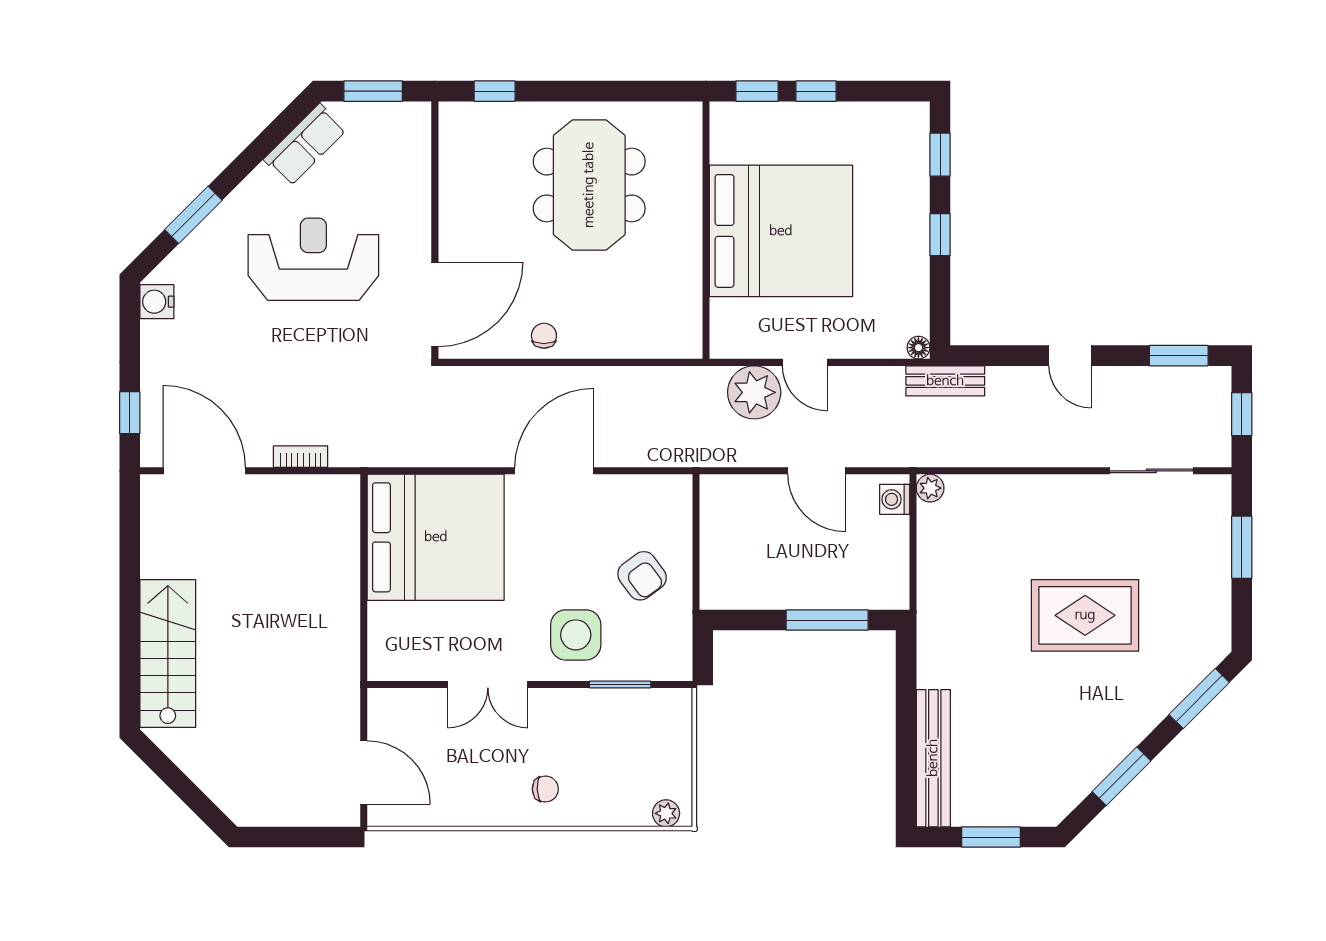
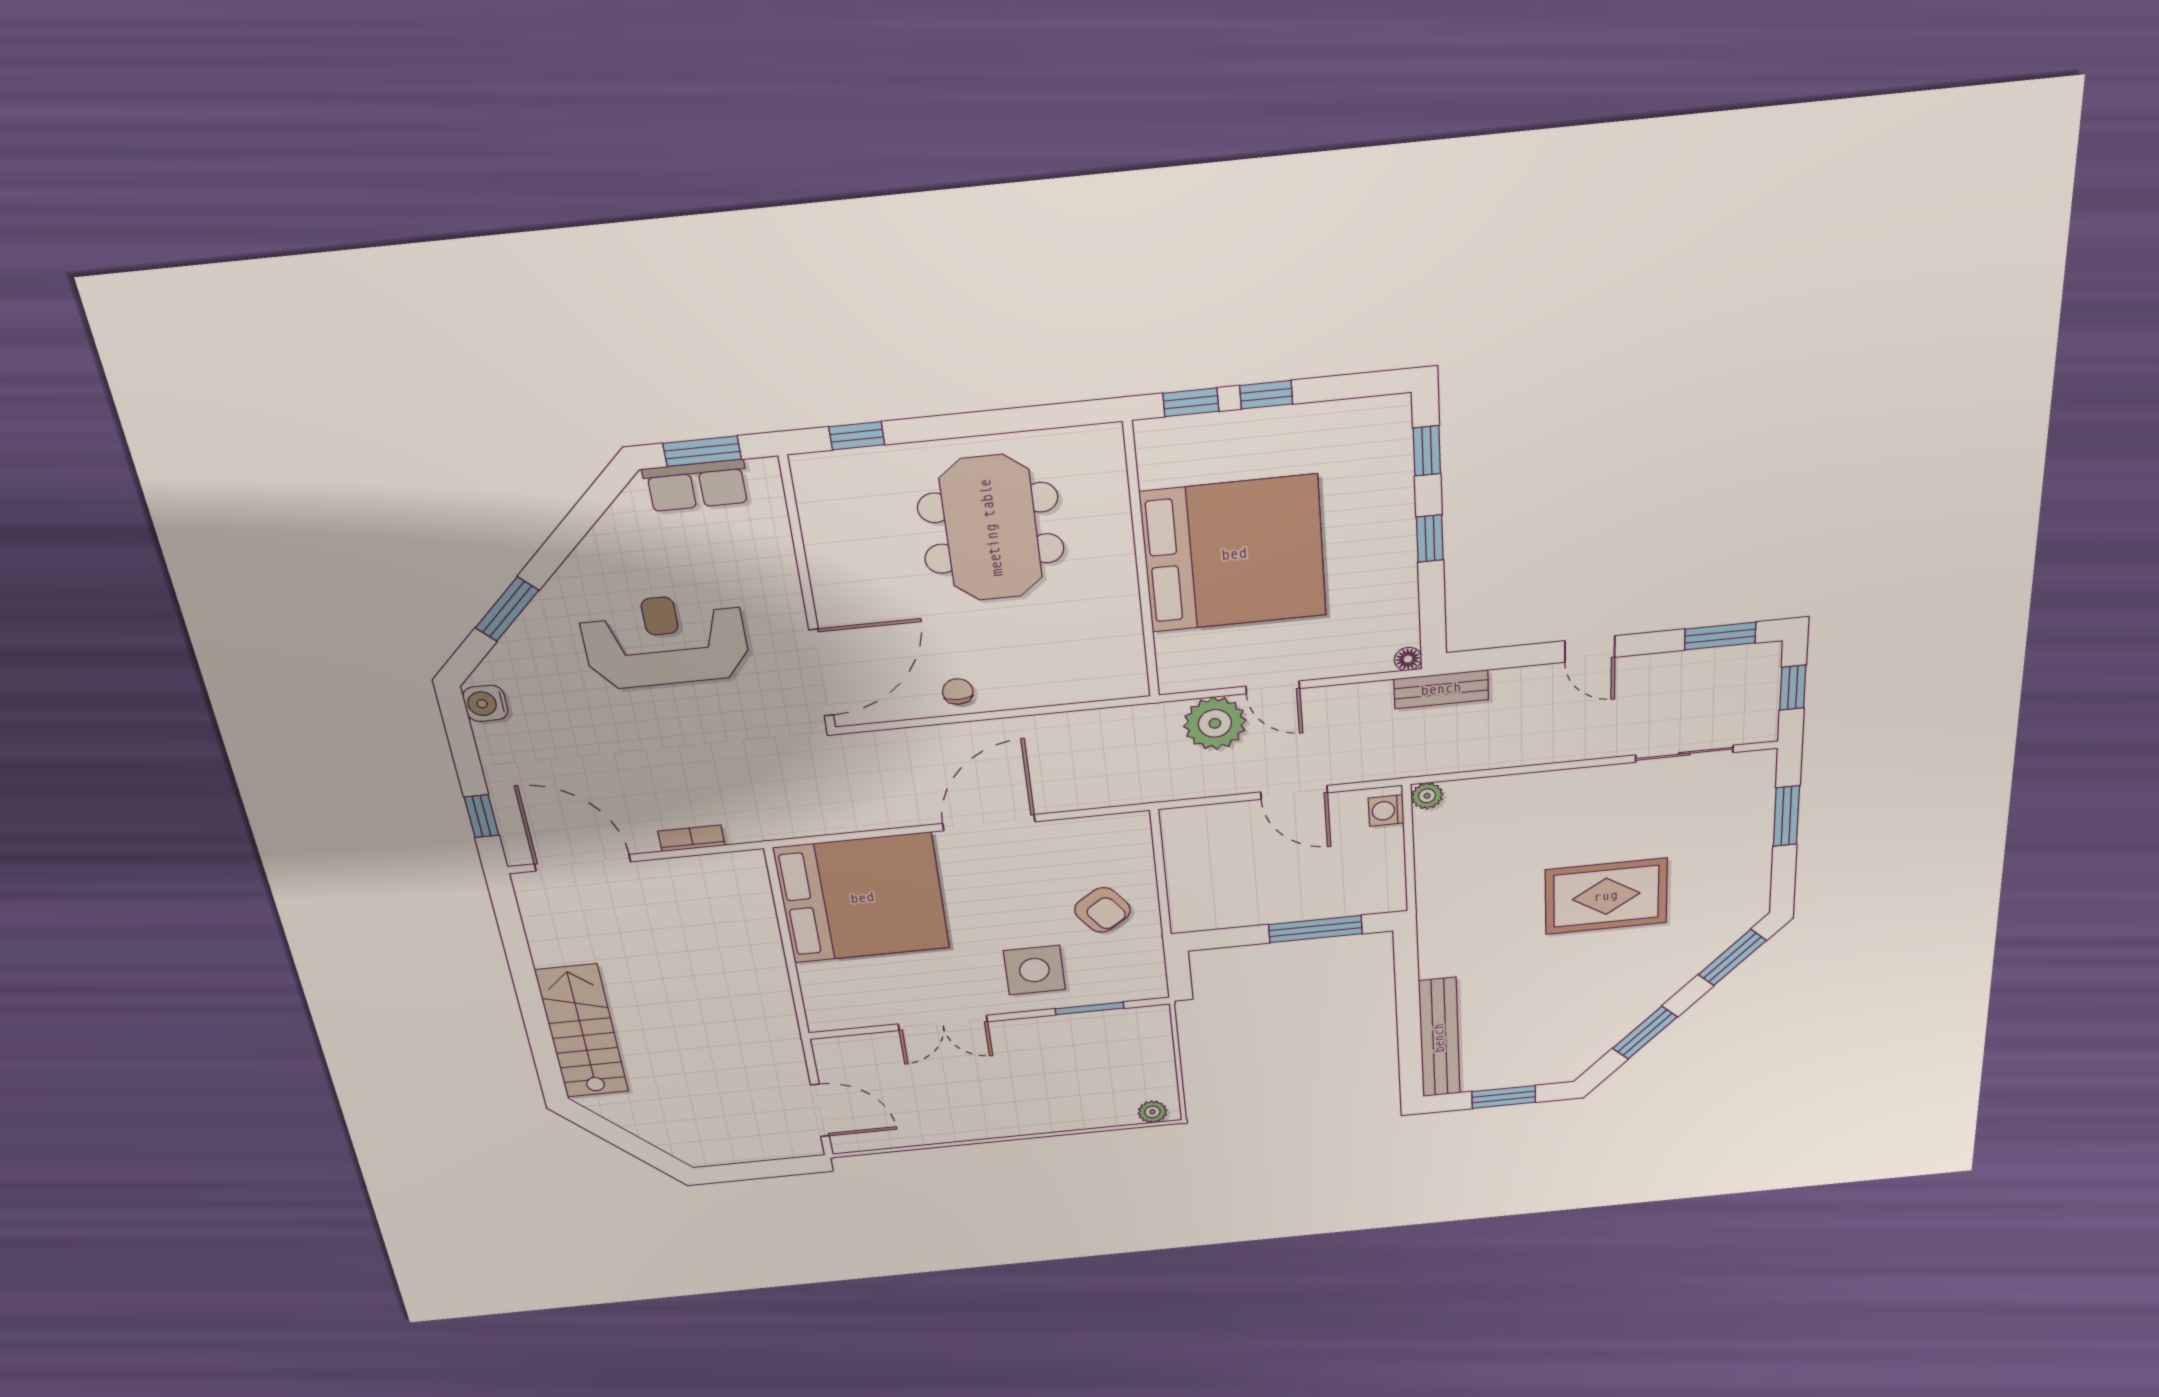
row of seats: (305, 145) -> (697, 485), moved, turned 45
chair: (545, 789) -> (1019, 1105), removed

